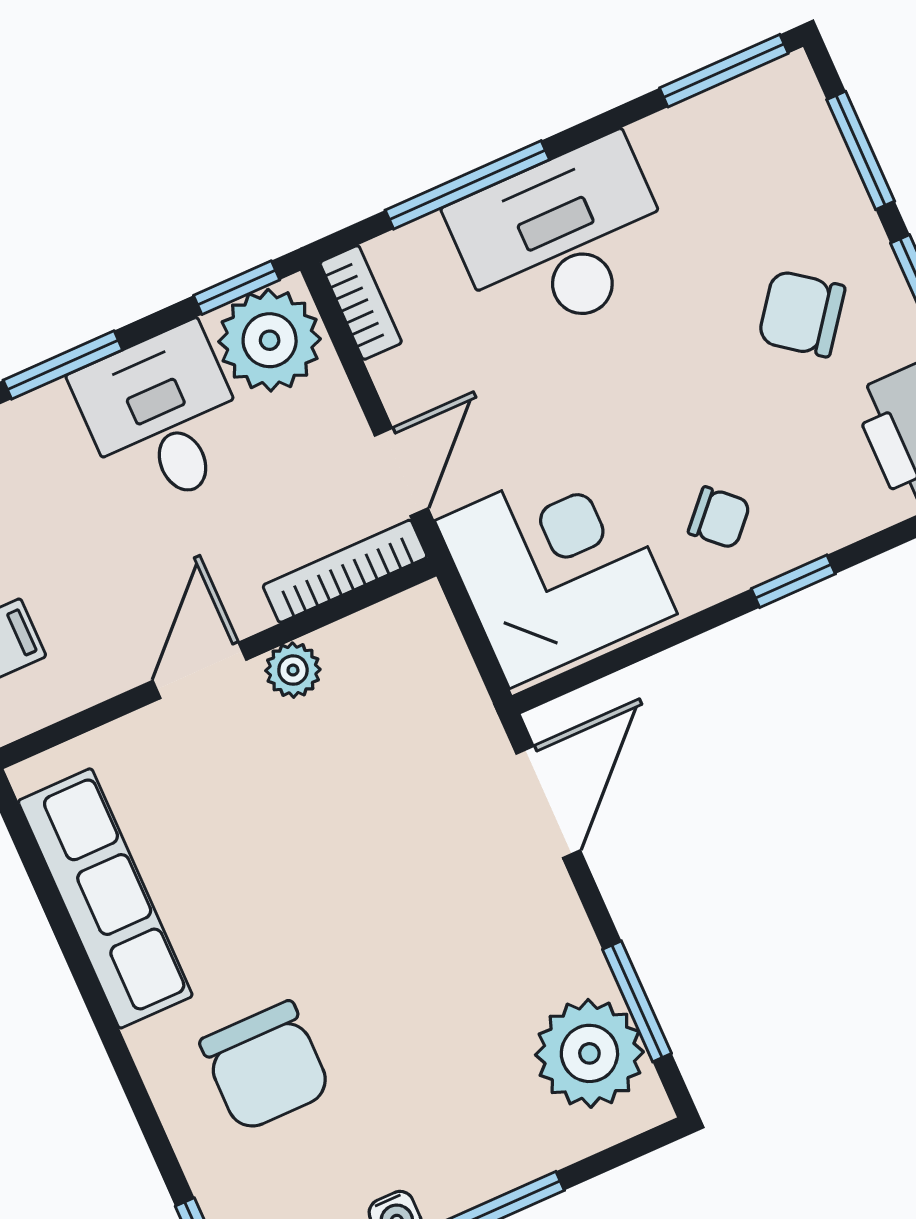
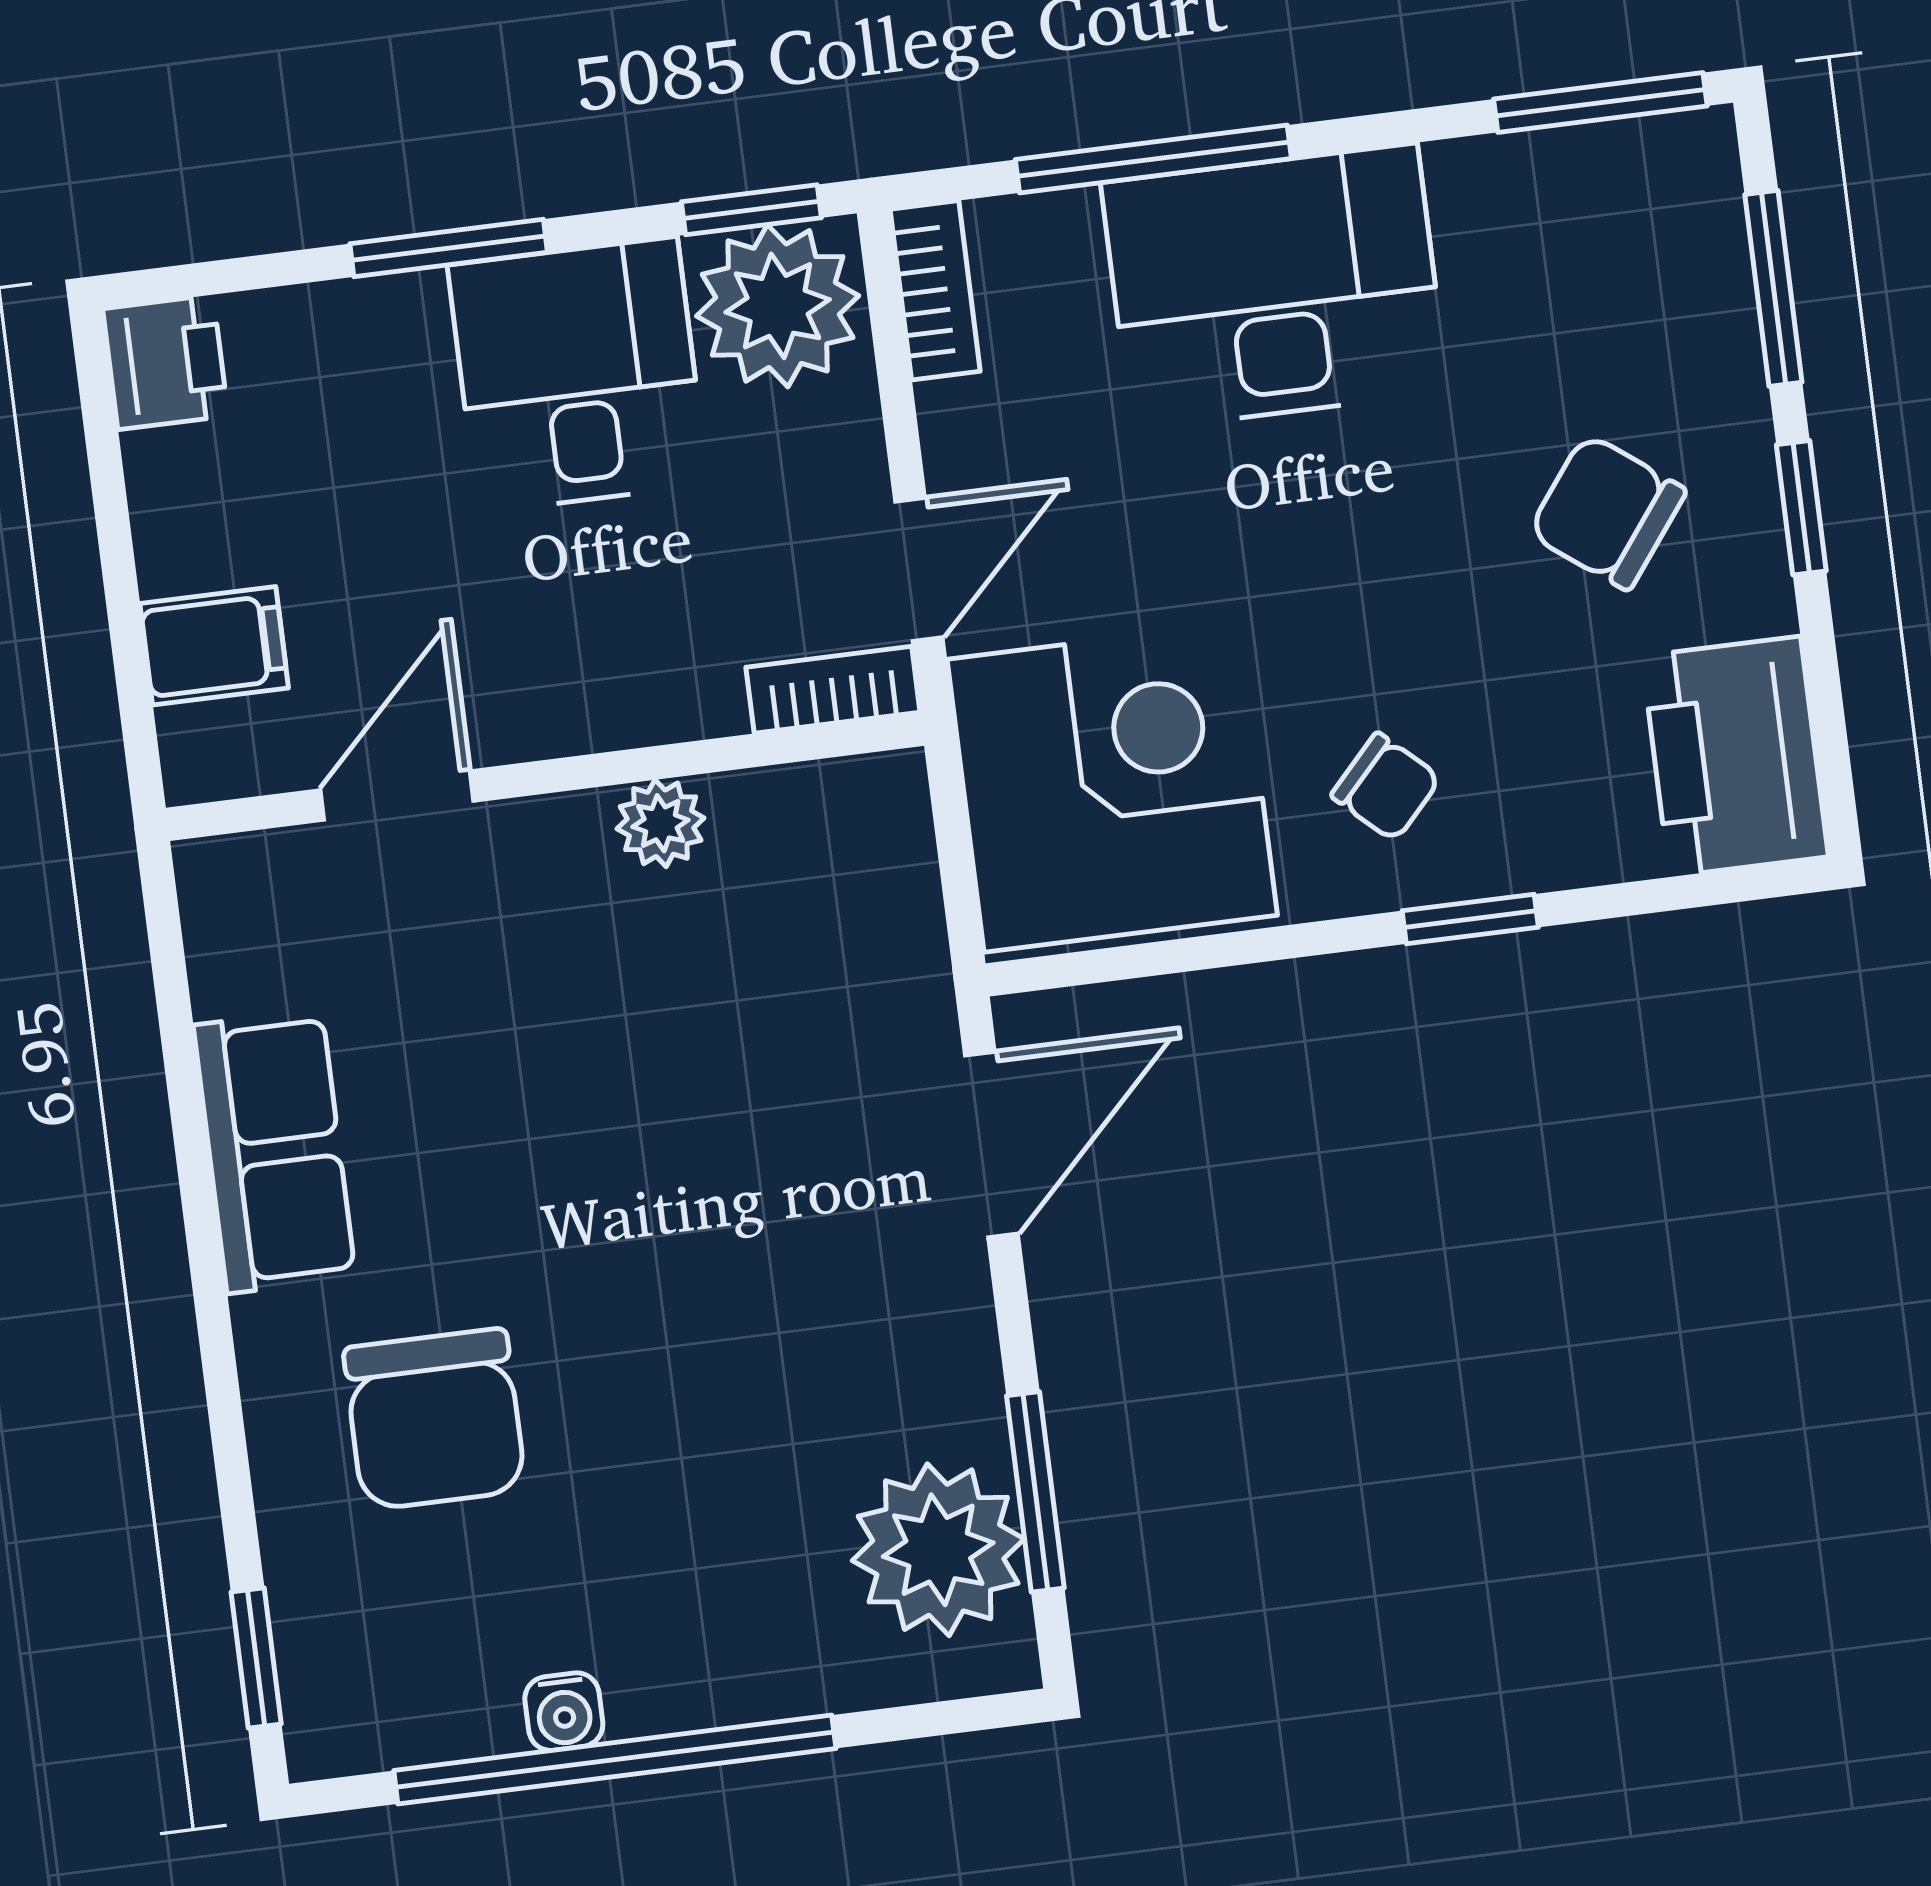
bookcase: (345, 571) -> (833, 690), width x0.64
door: (199, 670) -> (397, 795), moved
row of seats: (105, 898) -> (274, 1151), width x0.68

